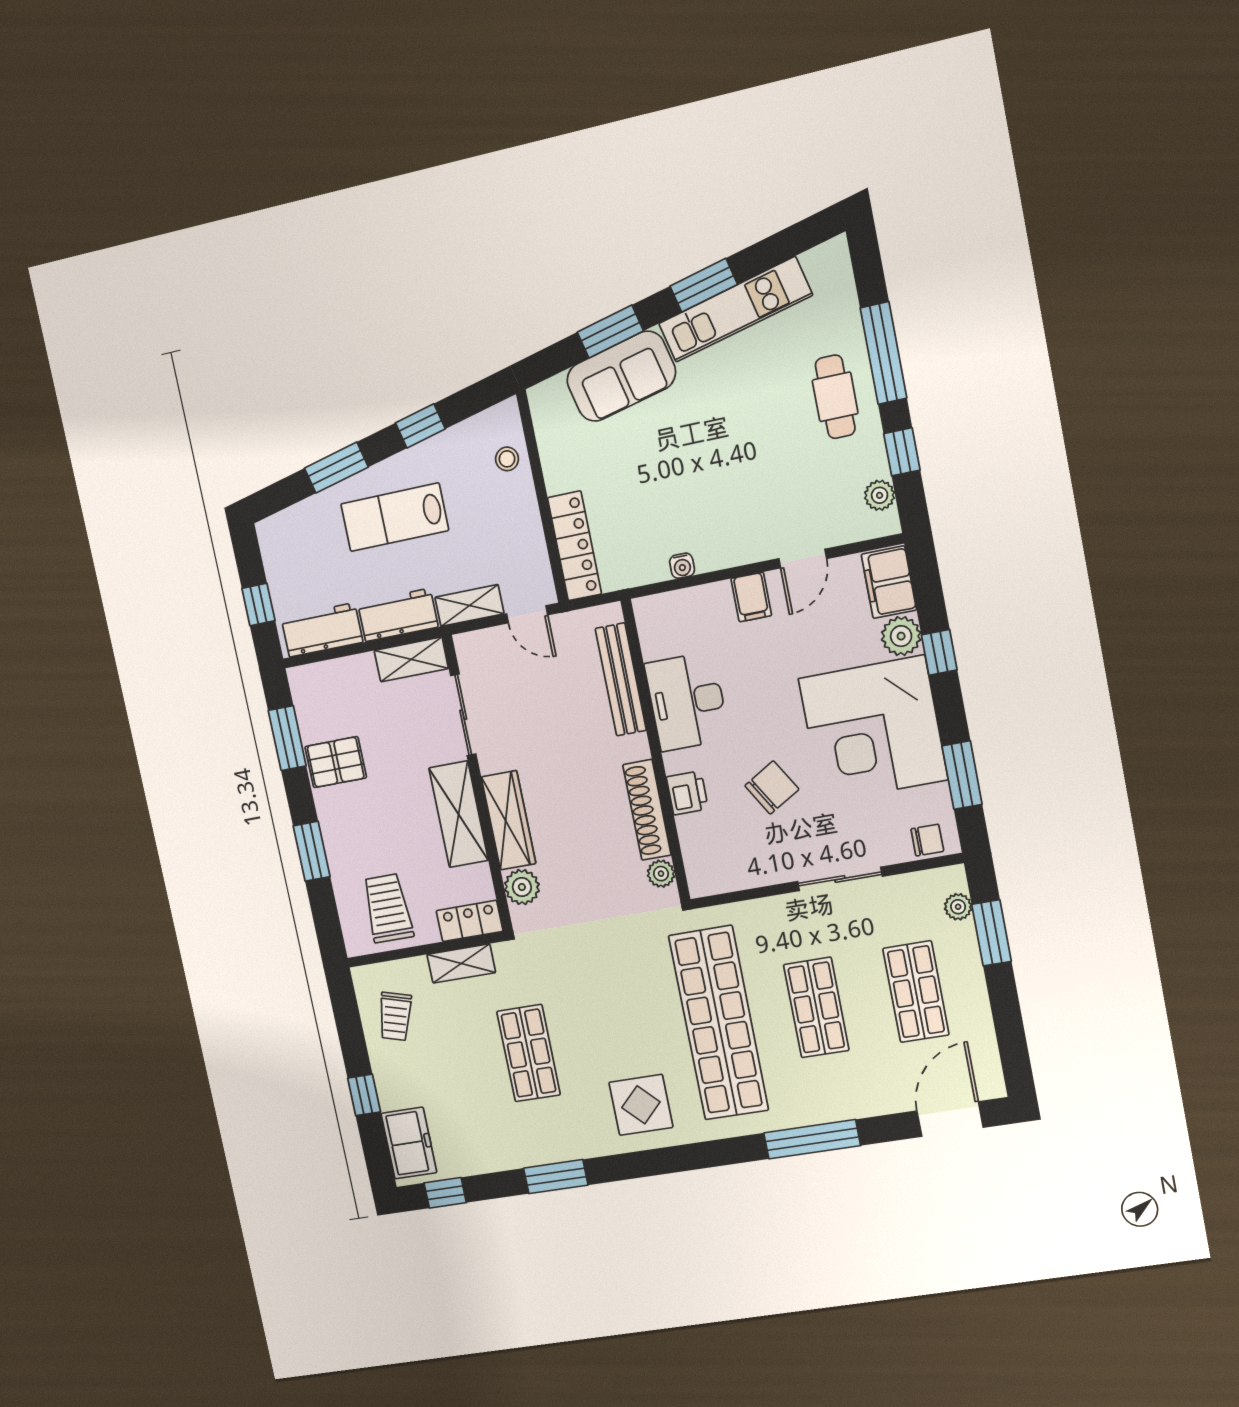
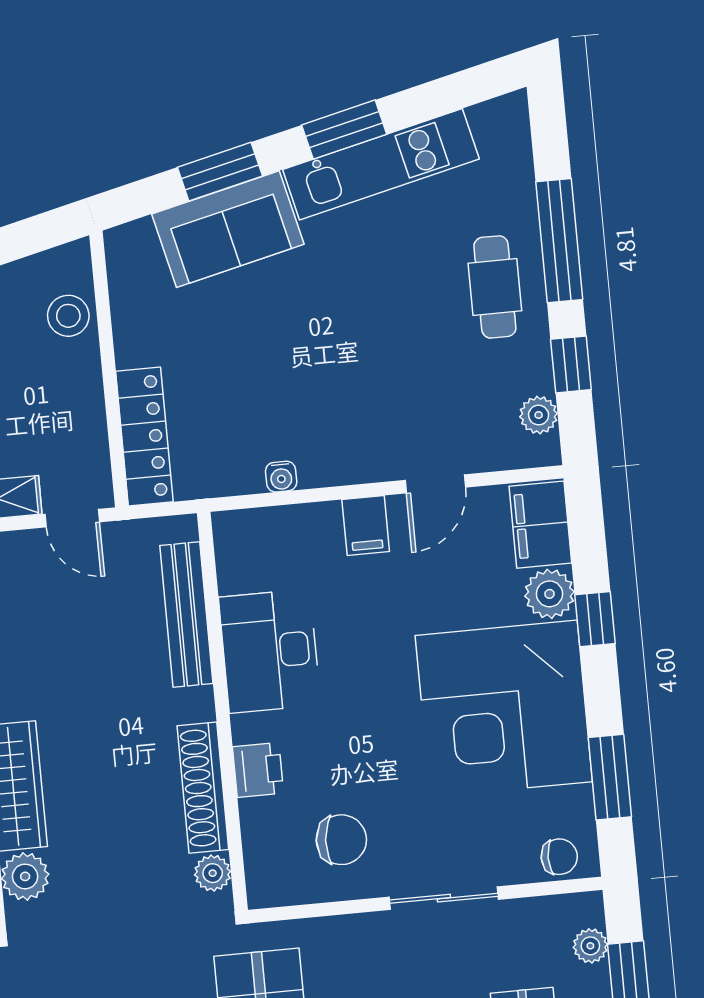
stool: (507, 459) -> (68, 316), width x1.37, depth x1.37
chair: (772, 787) -> (341, 840), moved, turned 35

